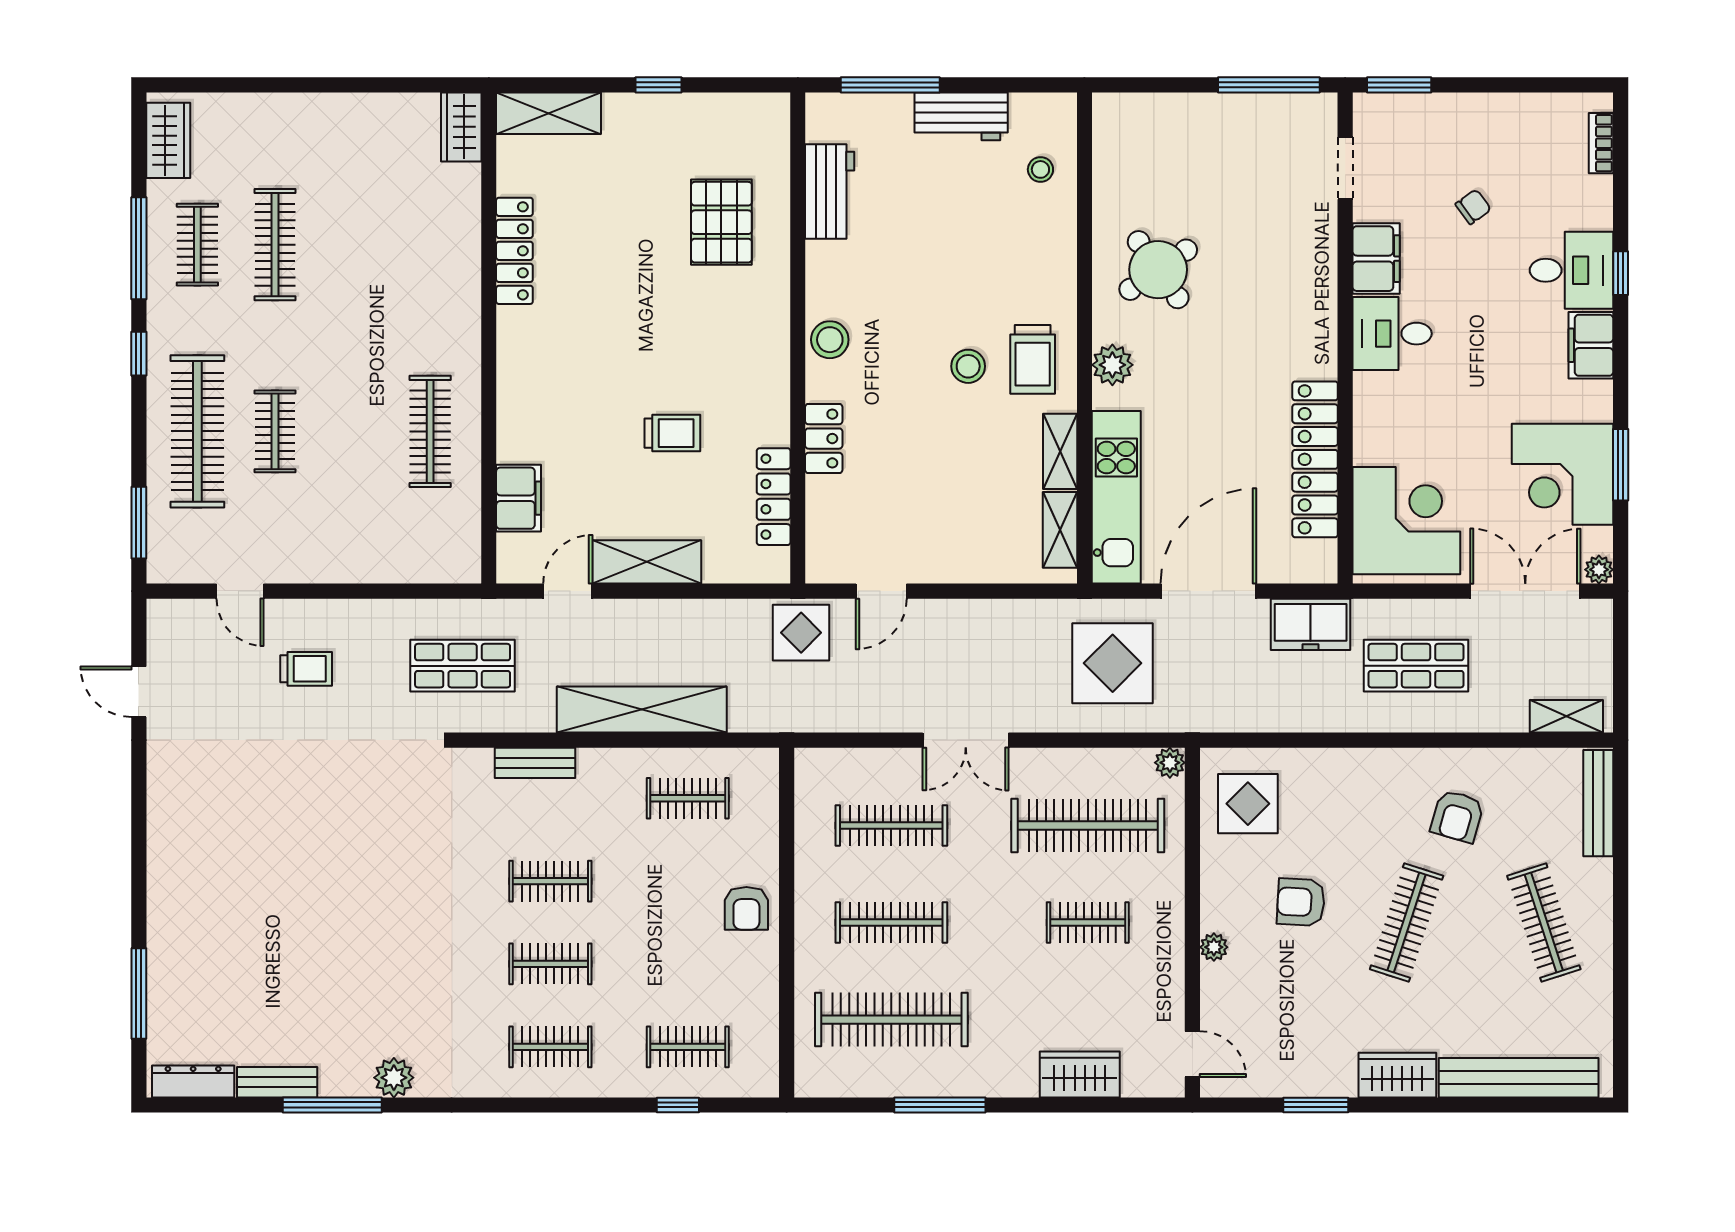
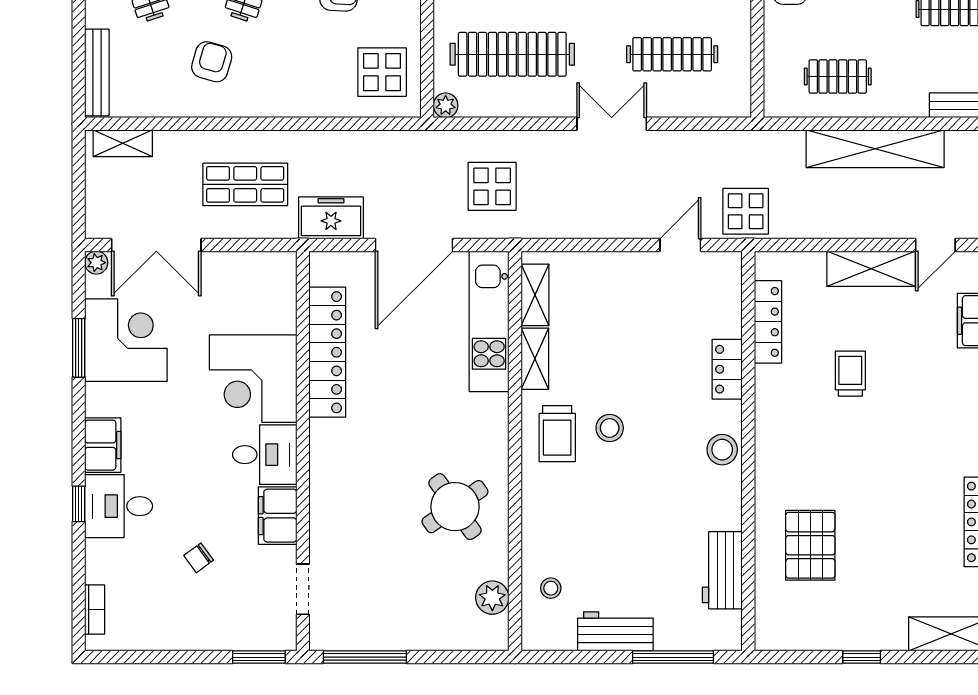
trolley: (1033, 359) -> (557, 434), turned 180
plant: (1112, 365) -> (492, 598), moved
trolley: (672, 433) -> (850, 374), turned 90
corner desk: (1406, 521) -> (253, 379), moved
display table: (1113, 663) -> (492, 186), width x0.73, depth x0.73

